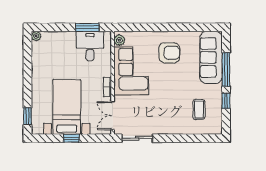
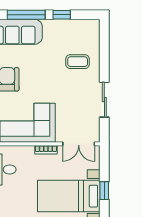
coffee table: (199, 109) -> (78, 62), moved
sliding door: (137, 138) -> (104, 100), moved

